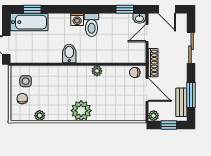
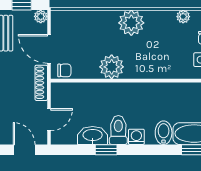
window: (125, 9) -> (106, 150), moved
washbasin: (139, 18) -> (93, 136), moved, width x1.91, depth x1.45
bidet: (69, 53) -> (164, 133), moved, turned 180
plant: (97, 71) -> (112, 67), width x1.88, depth x1.88

